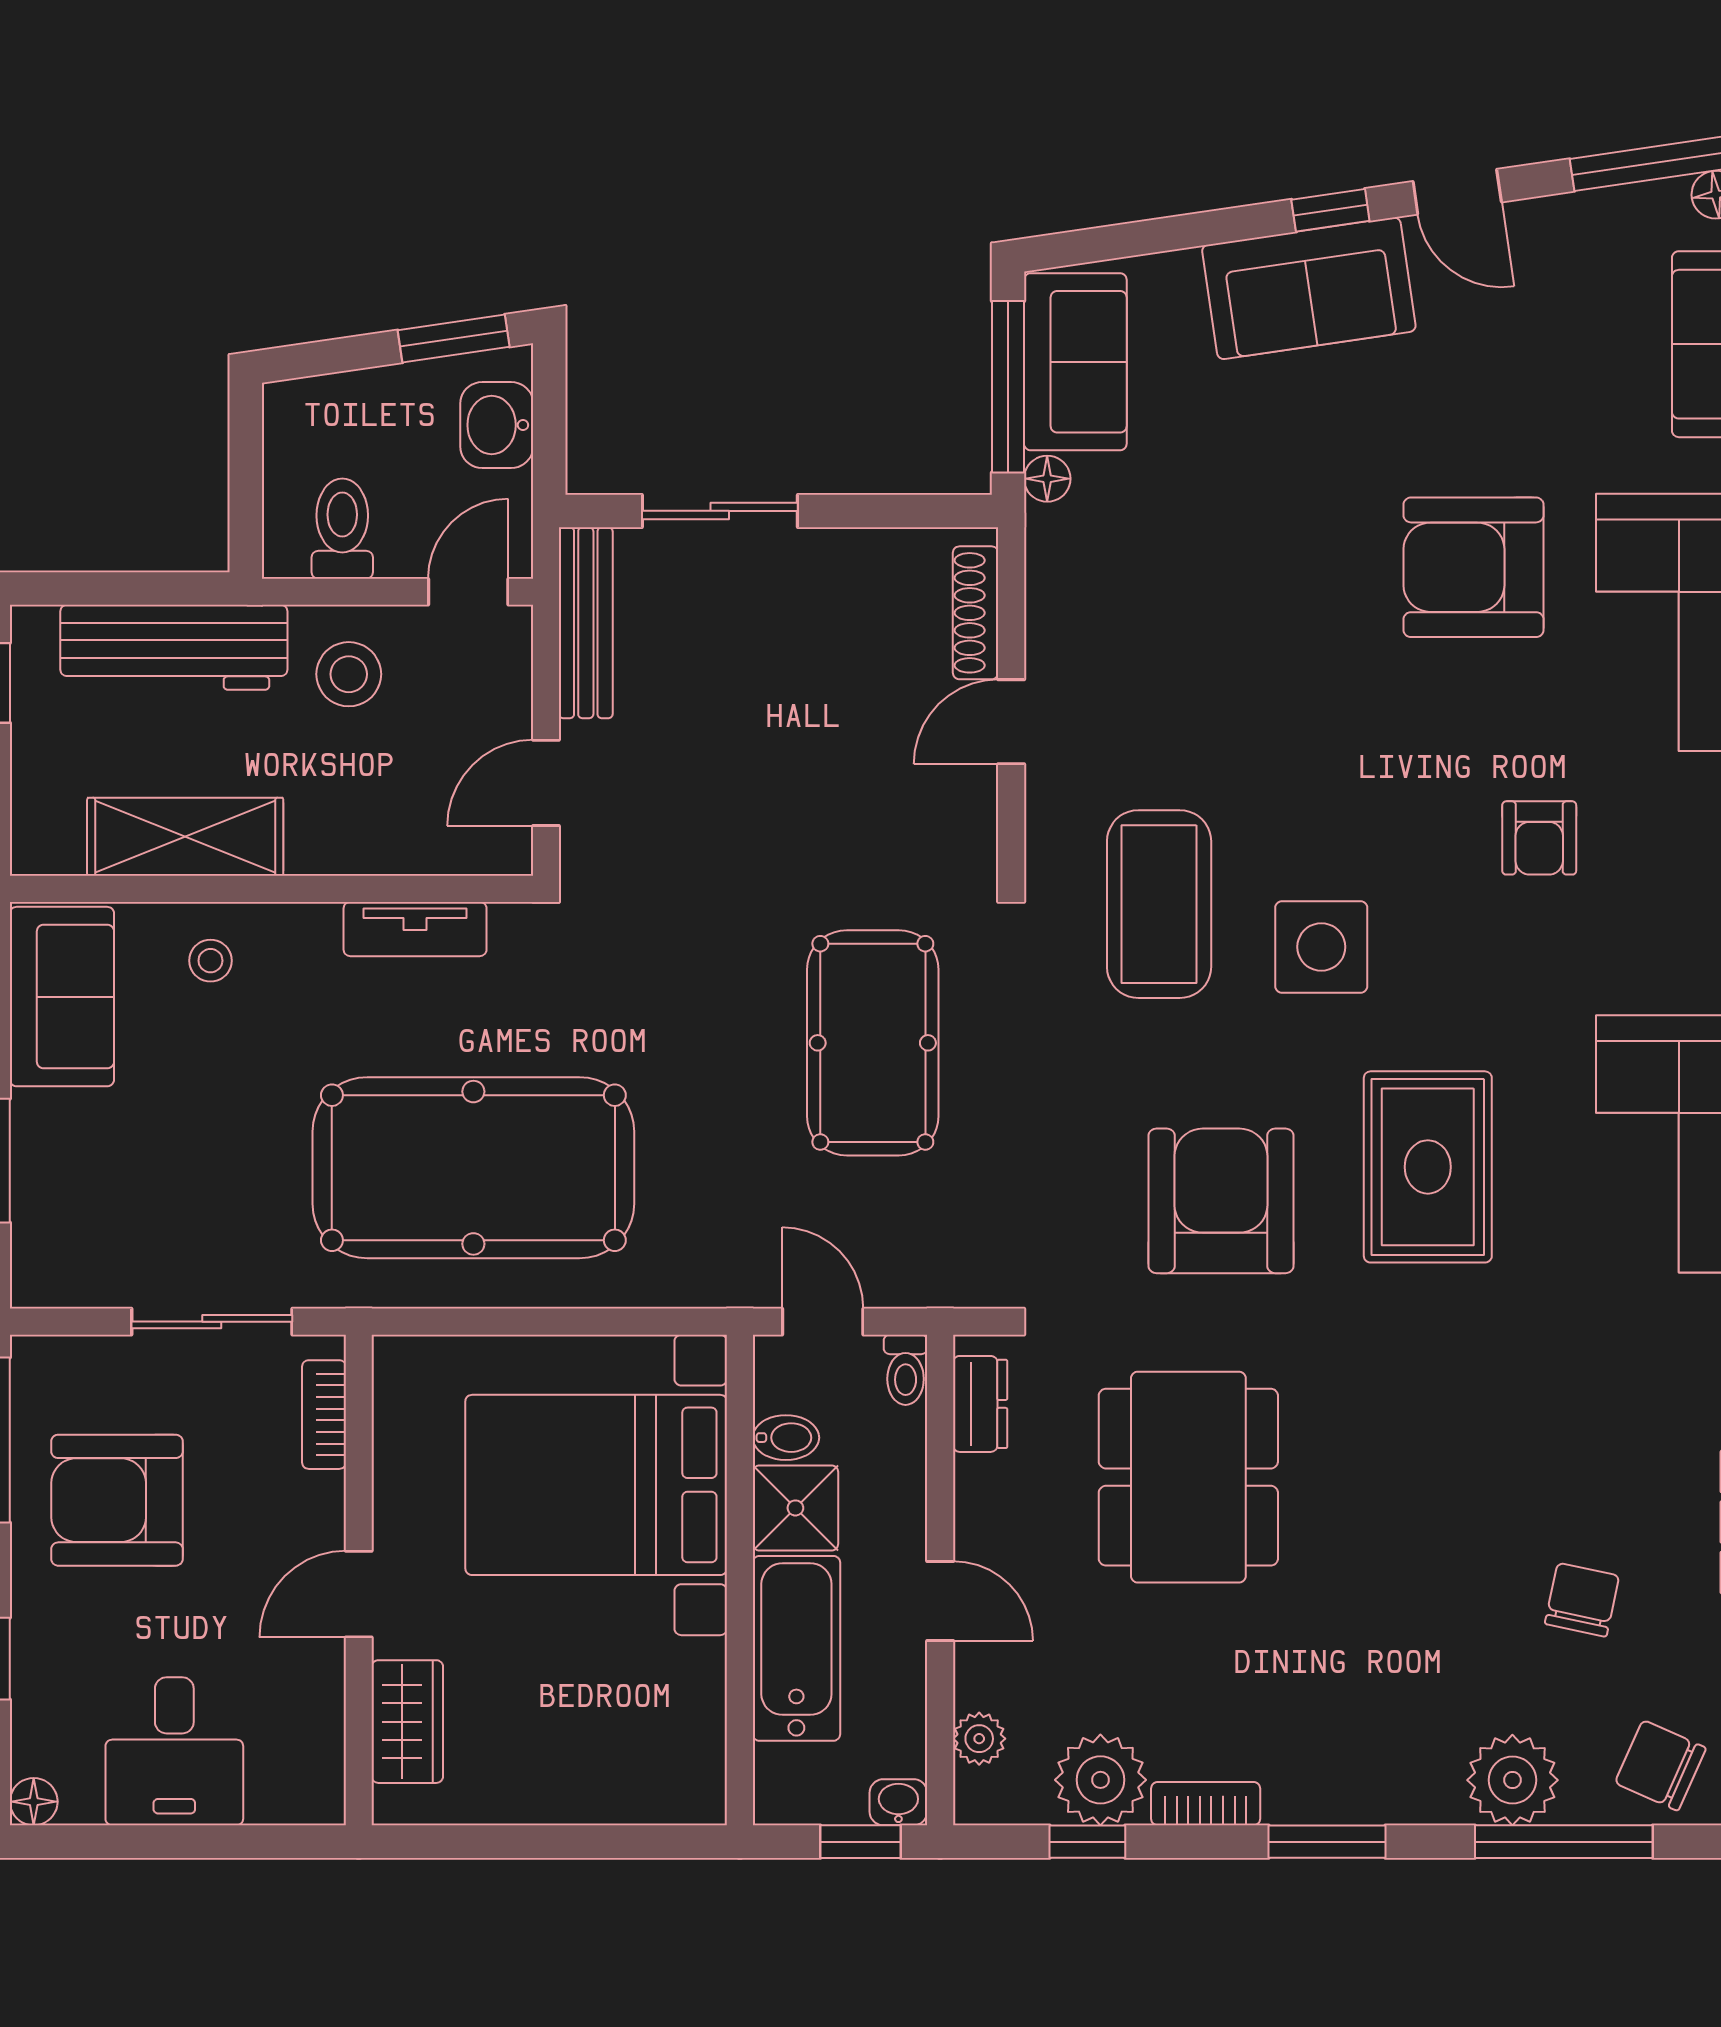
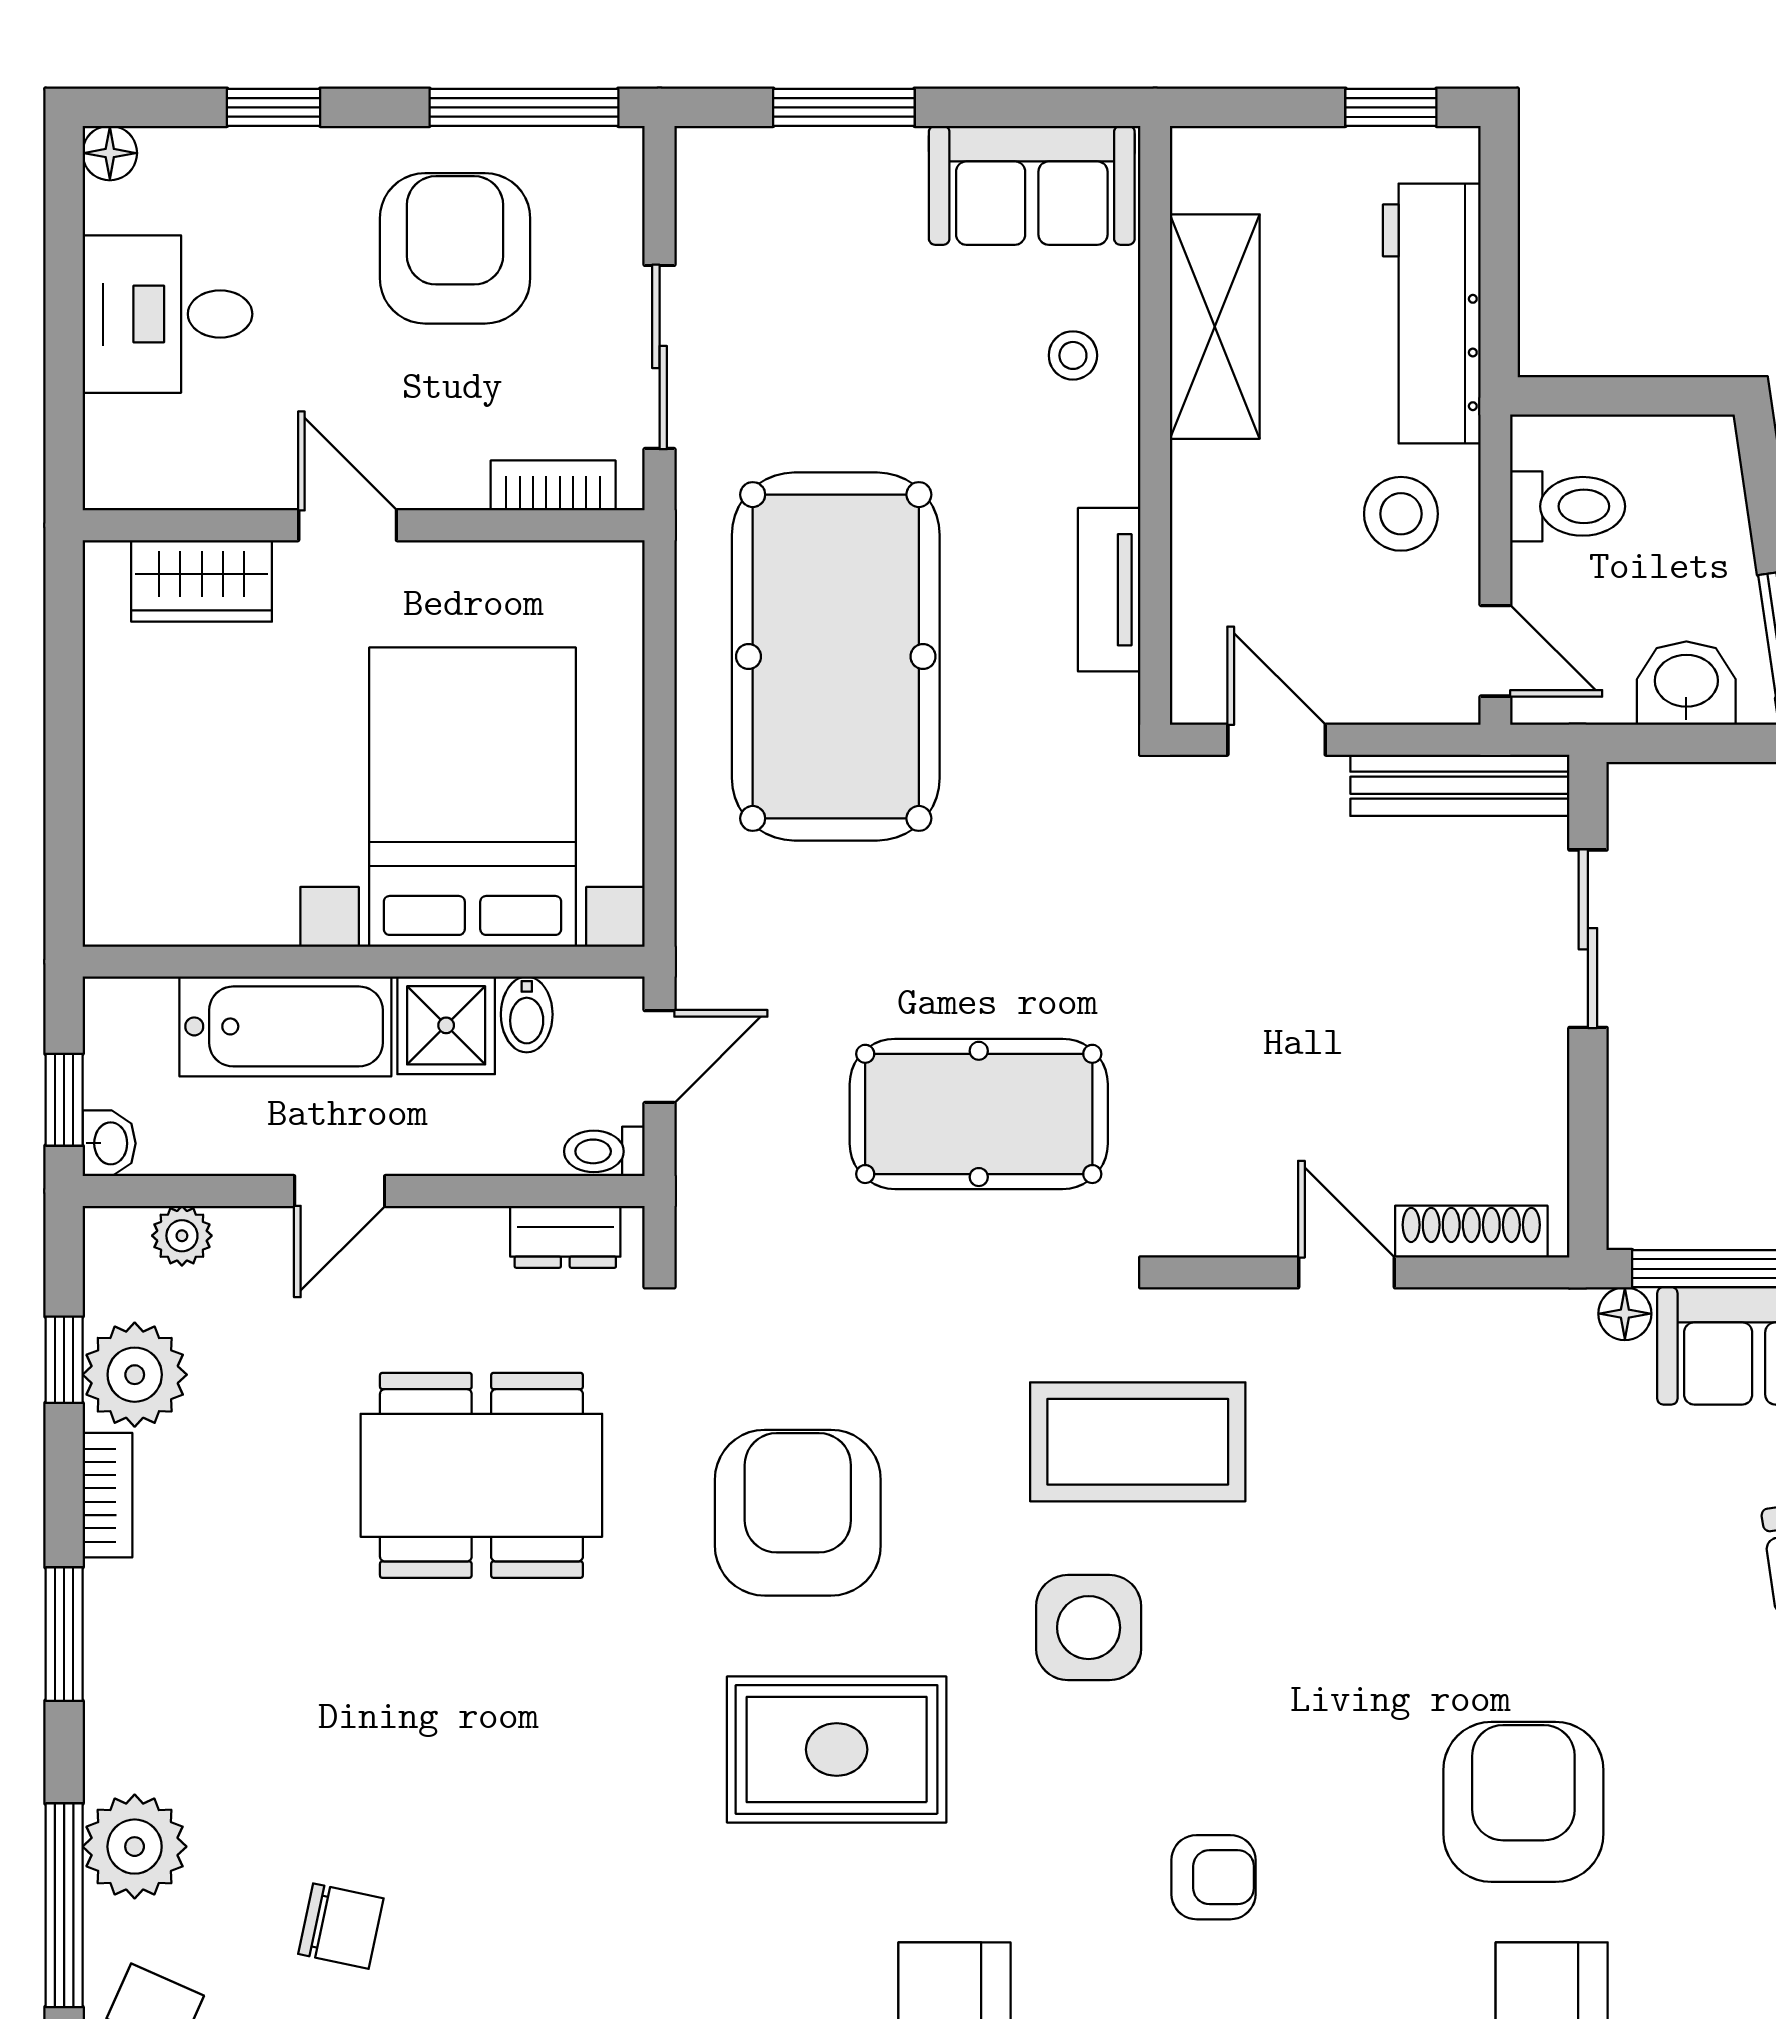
armchair: (1539, 838) -> (1213, 1877), turned 180
armchair: (1221, 1201) -> (798, 1513), turned -90

